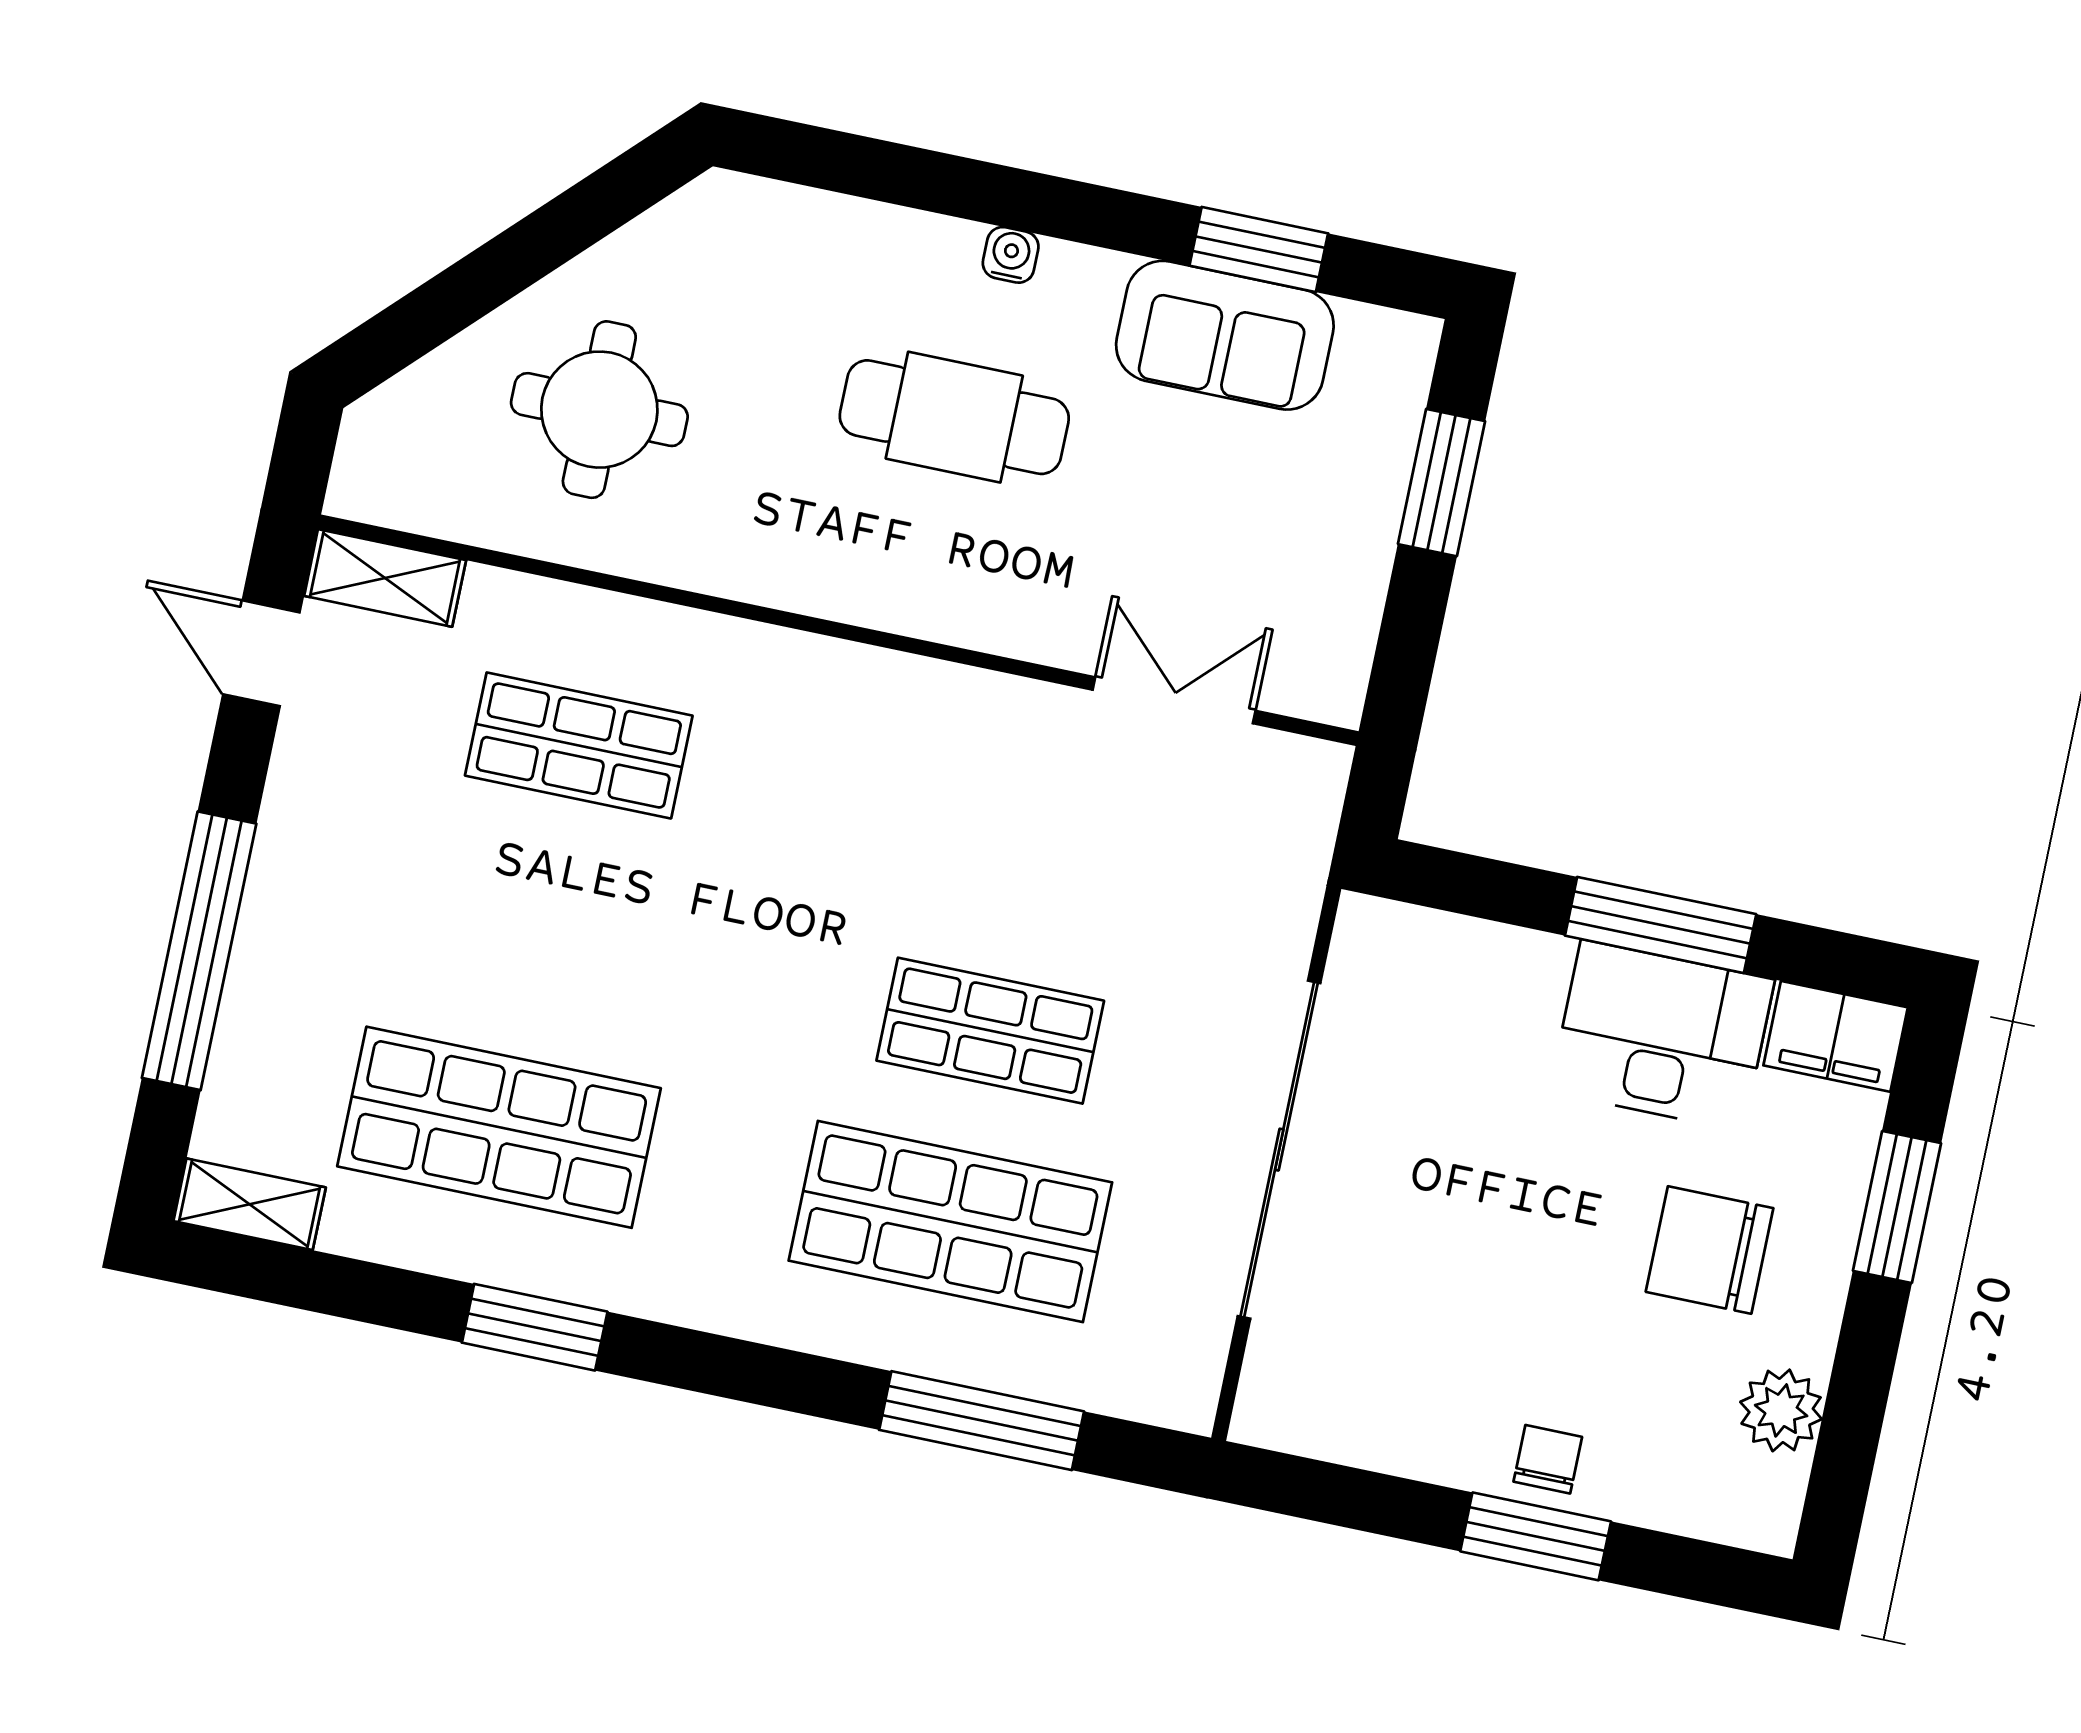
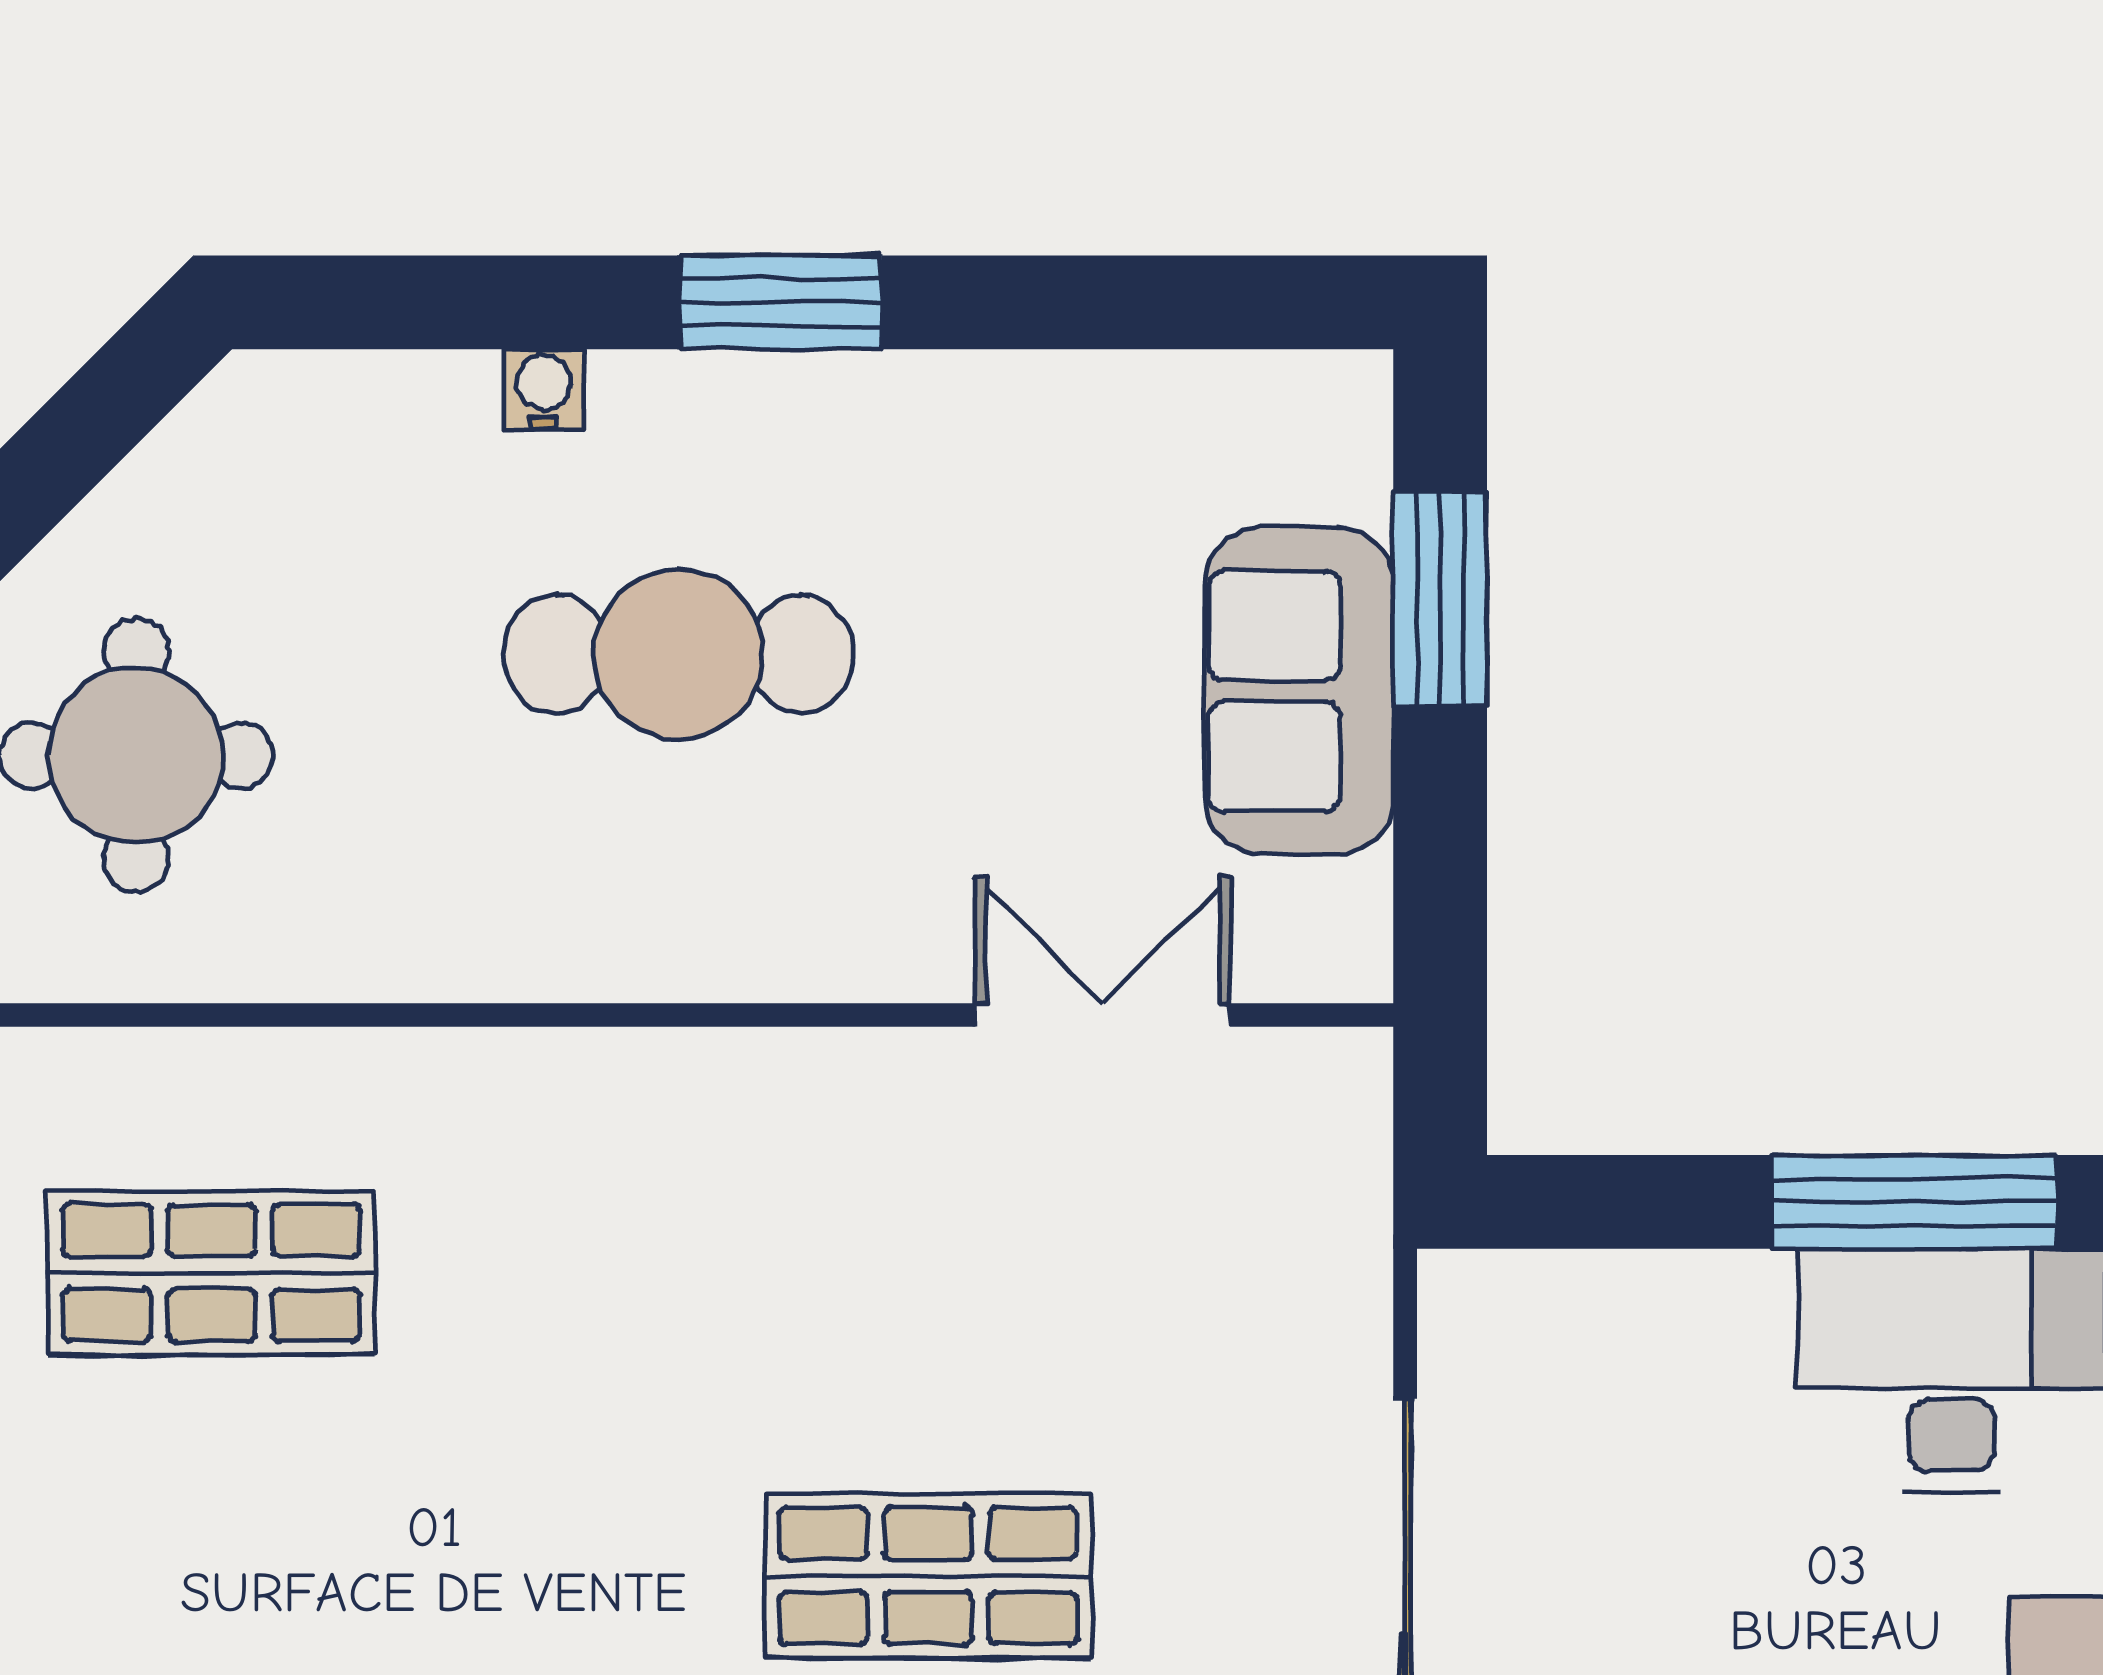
window: (1259, 249) -> (781, 302), moved
water cooler: (1011, 255) -> (544, 389), moved
sofa: (1225, 335) -> (1299, 691), moved, turned 90

